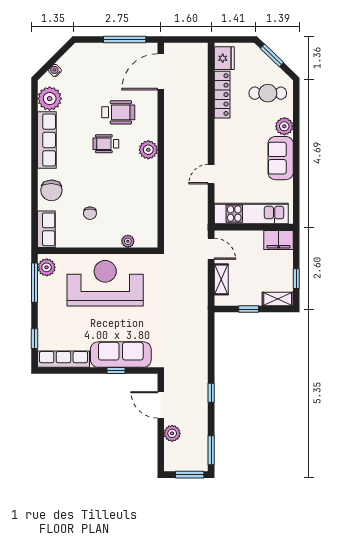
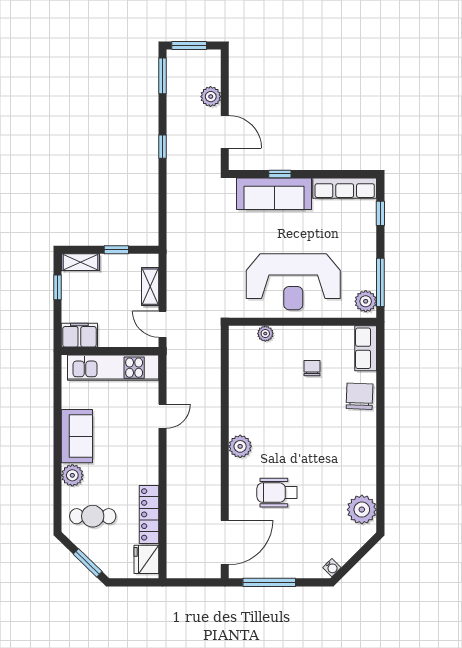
water cooler: (55, 70) -> (332, 568), moved
row of seats: (47, 140) -> (365, 458), removed
wheelchair: (106, 144) -> (292, 454), removed

